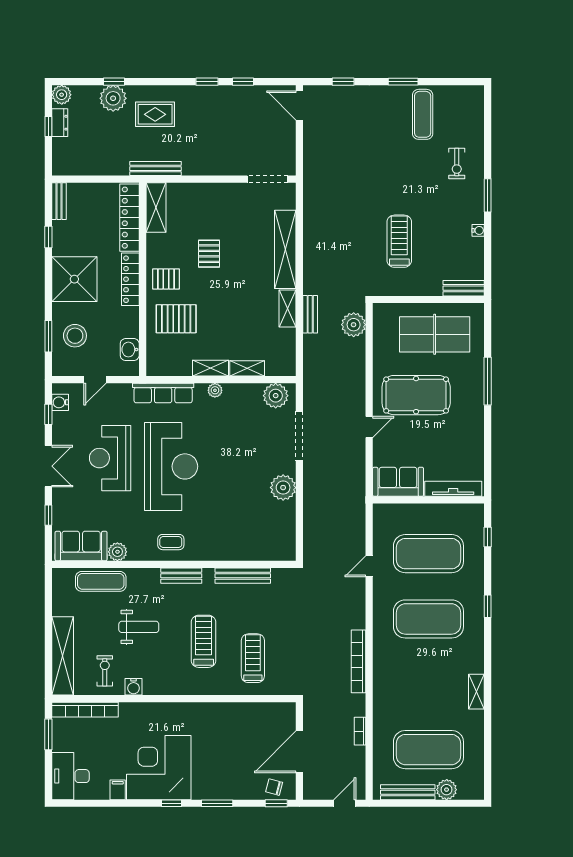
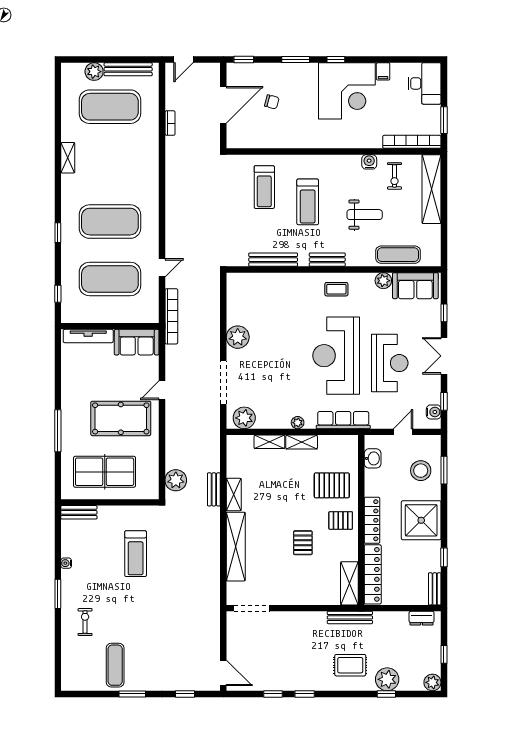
dresser: (60, 123) -> (422, 618), moved, turned -90
weight bench: (139, 627) -> (365, 215), turned 180
bookcase: (359, 661) -> (171, 316), moved
chair: (274, 787) -> (272, 102), moved

